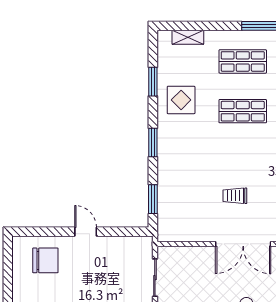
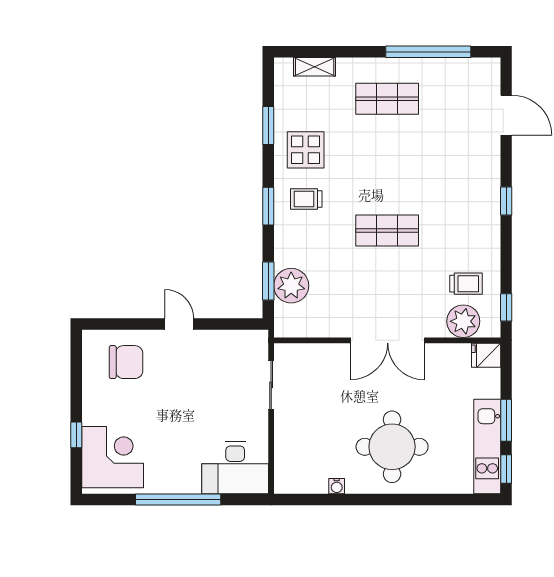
shop shelf: (243, 111) -> (387, 230), moved
trolley: (235, 196) -> (306, 199), moved
plant: (170, 203) -> (291, 286), added

